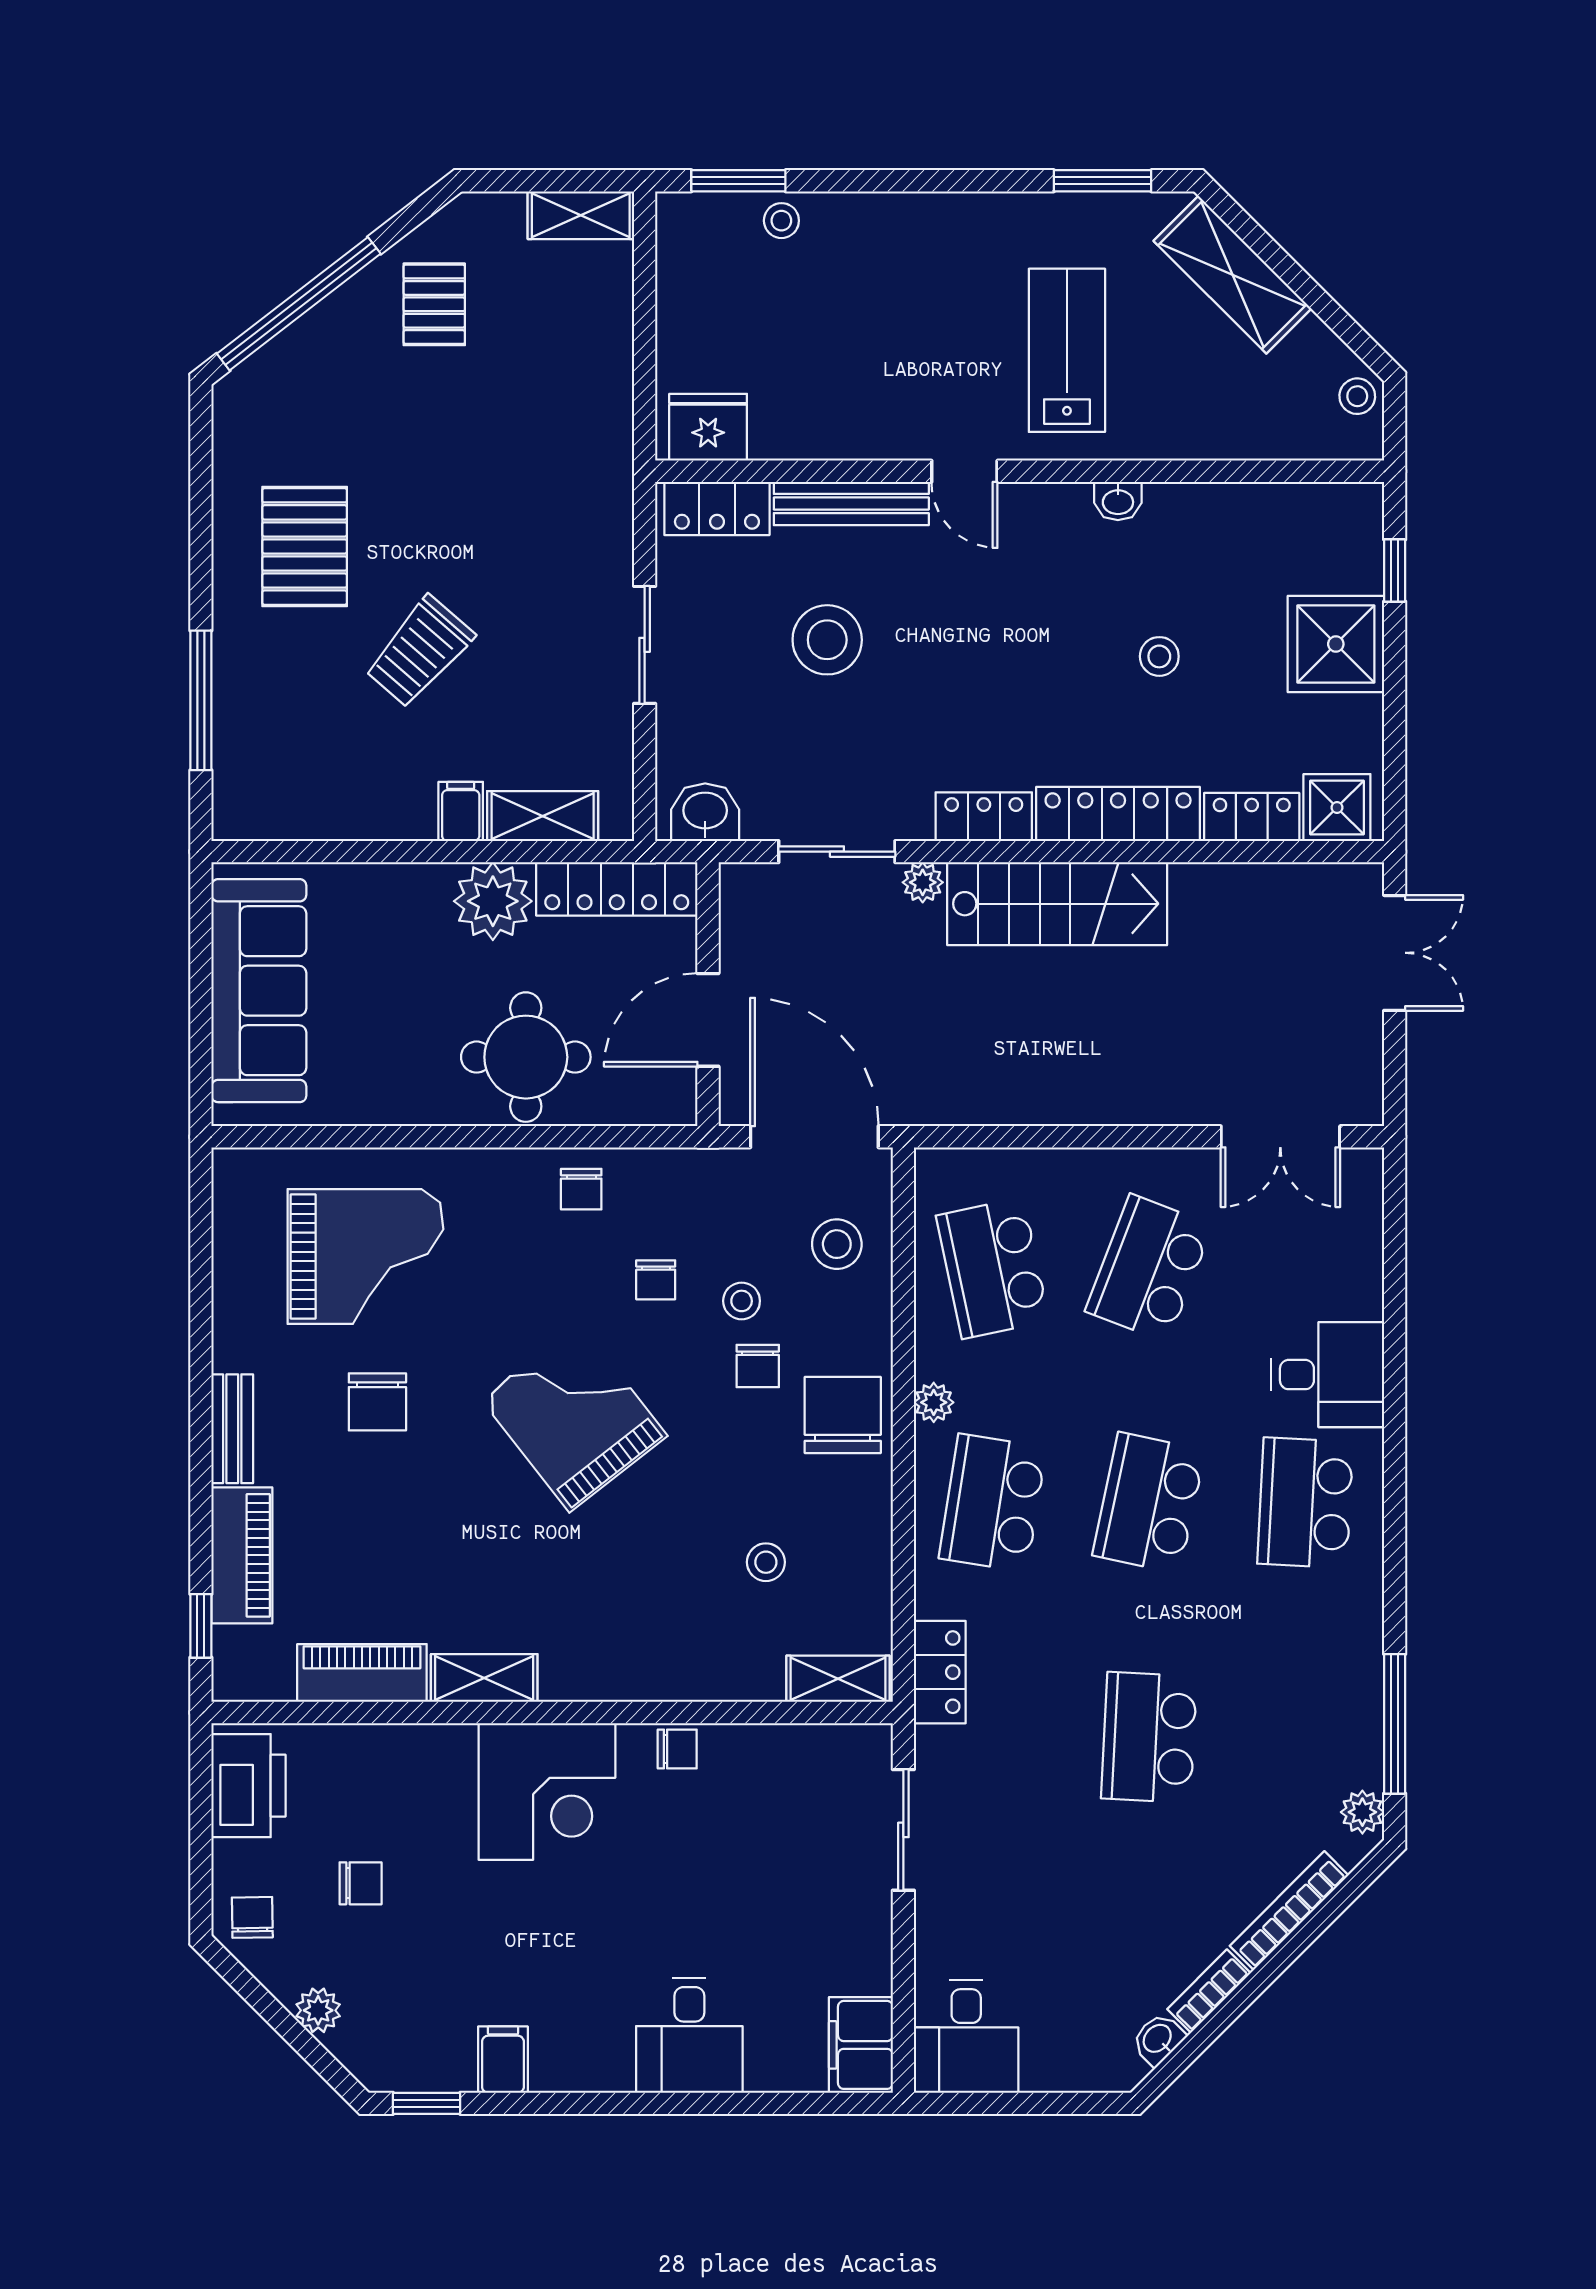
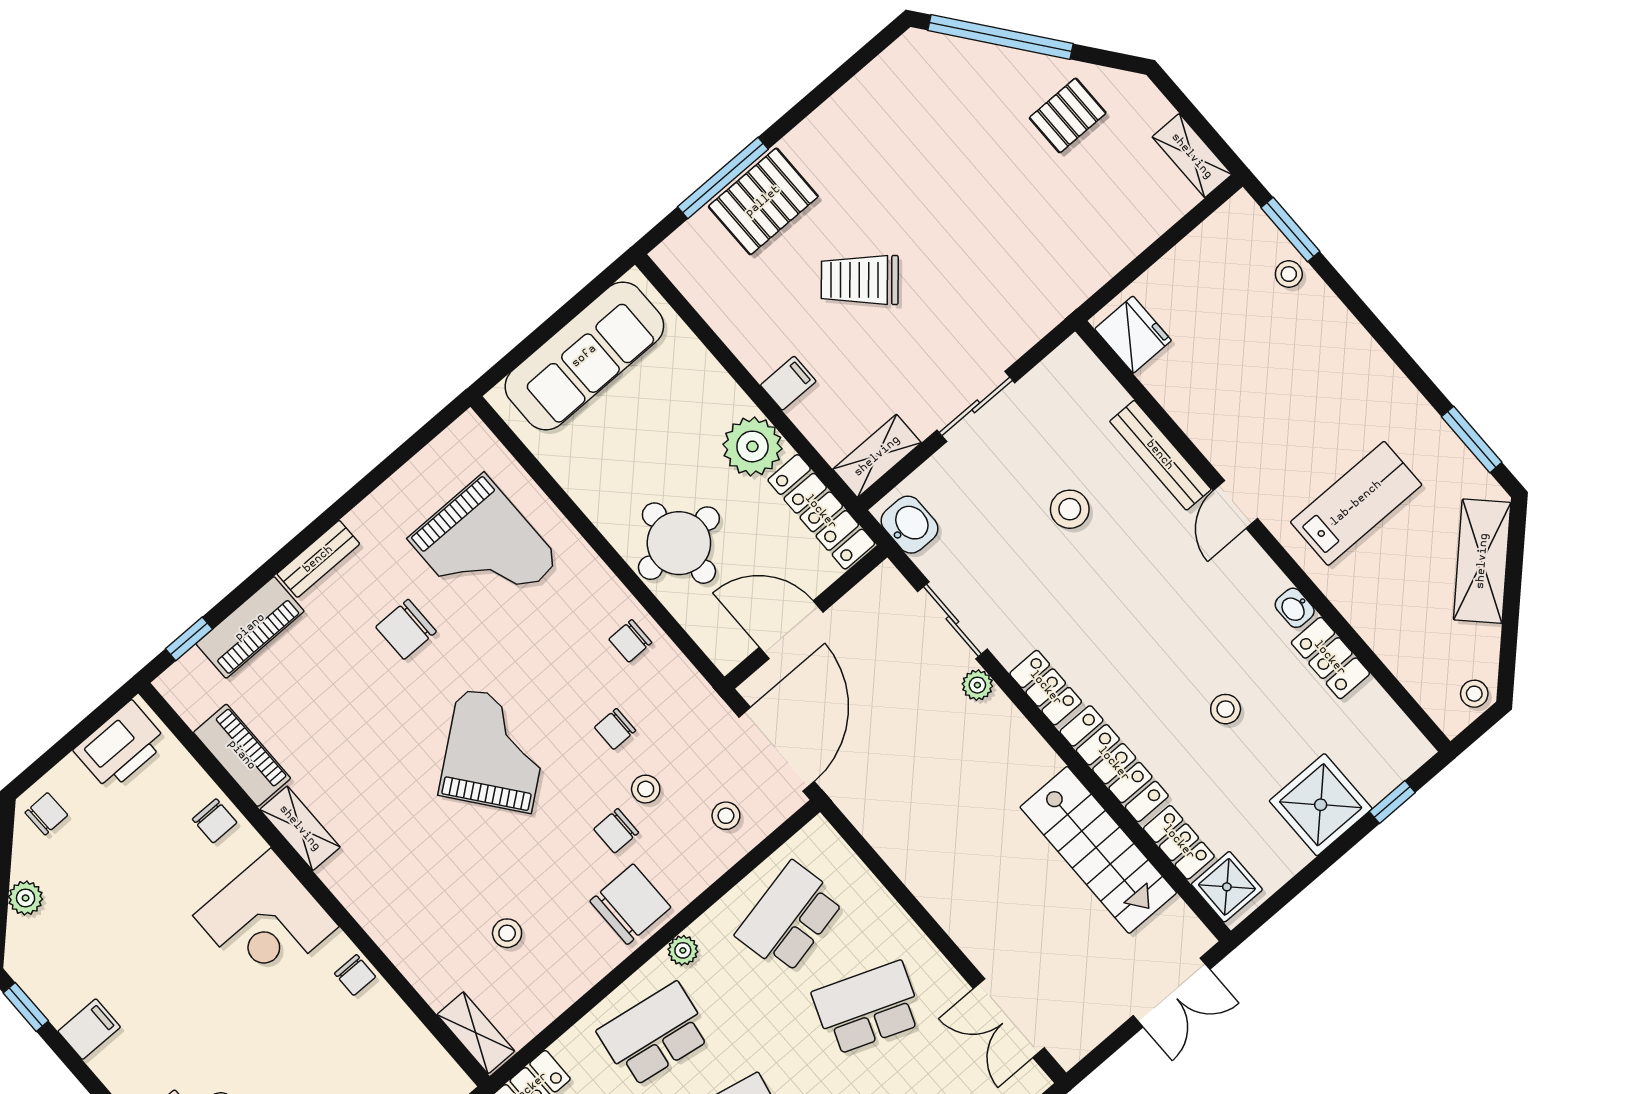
locker: (717, 508) -> (1330, 658), moved
pallet: (305, 546) -> (763, 201), moved
stool: (827, 640) -> (1070, 509), width x0.73, depth x0.73
shelving: (543, 816) -> (877, 456), moved, turned 90
stairs: (1057, 904) -> (1098, 850), moved
stool: (837, 1244) -> (726, 816), width x0.73, depth x0.73
chair: (361, 1883) -> (215, 821), moved

